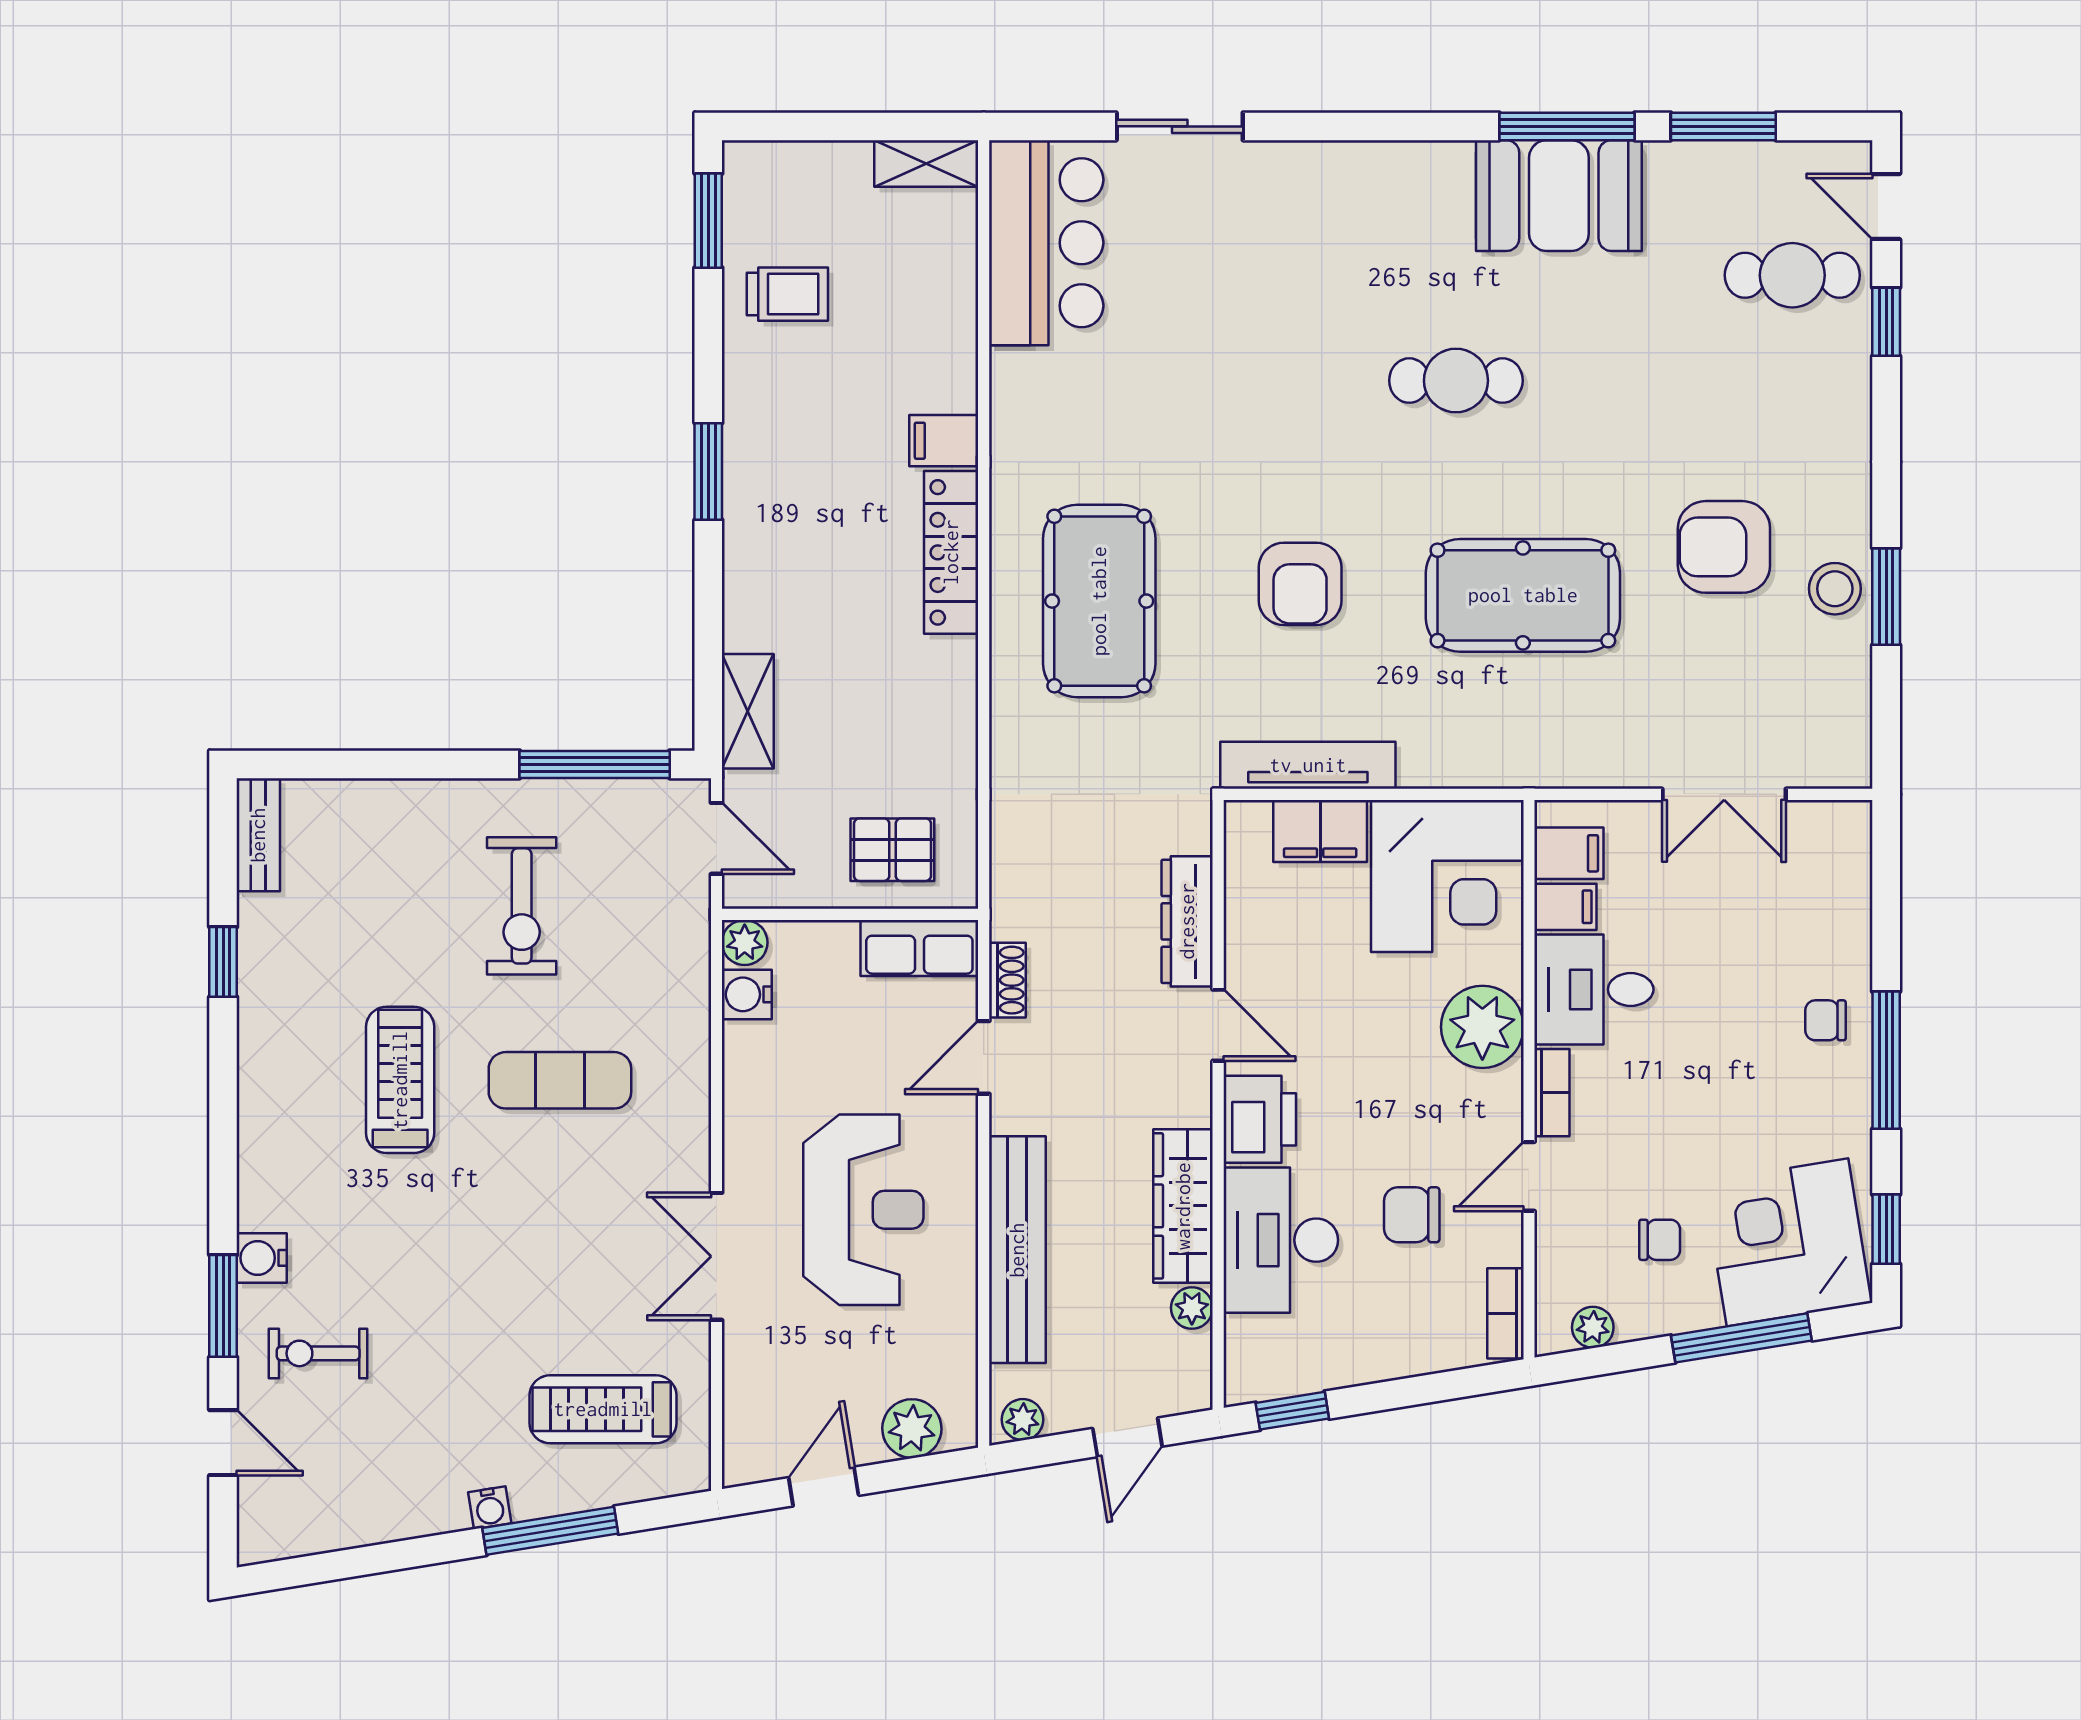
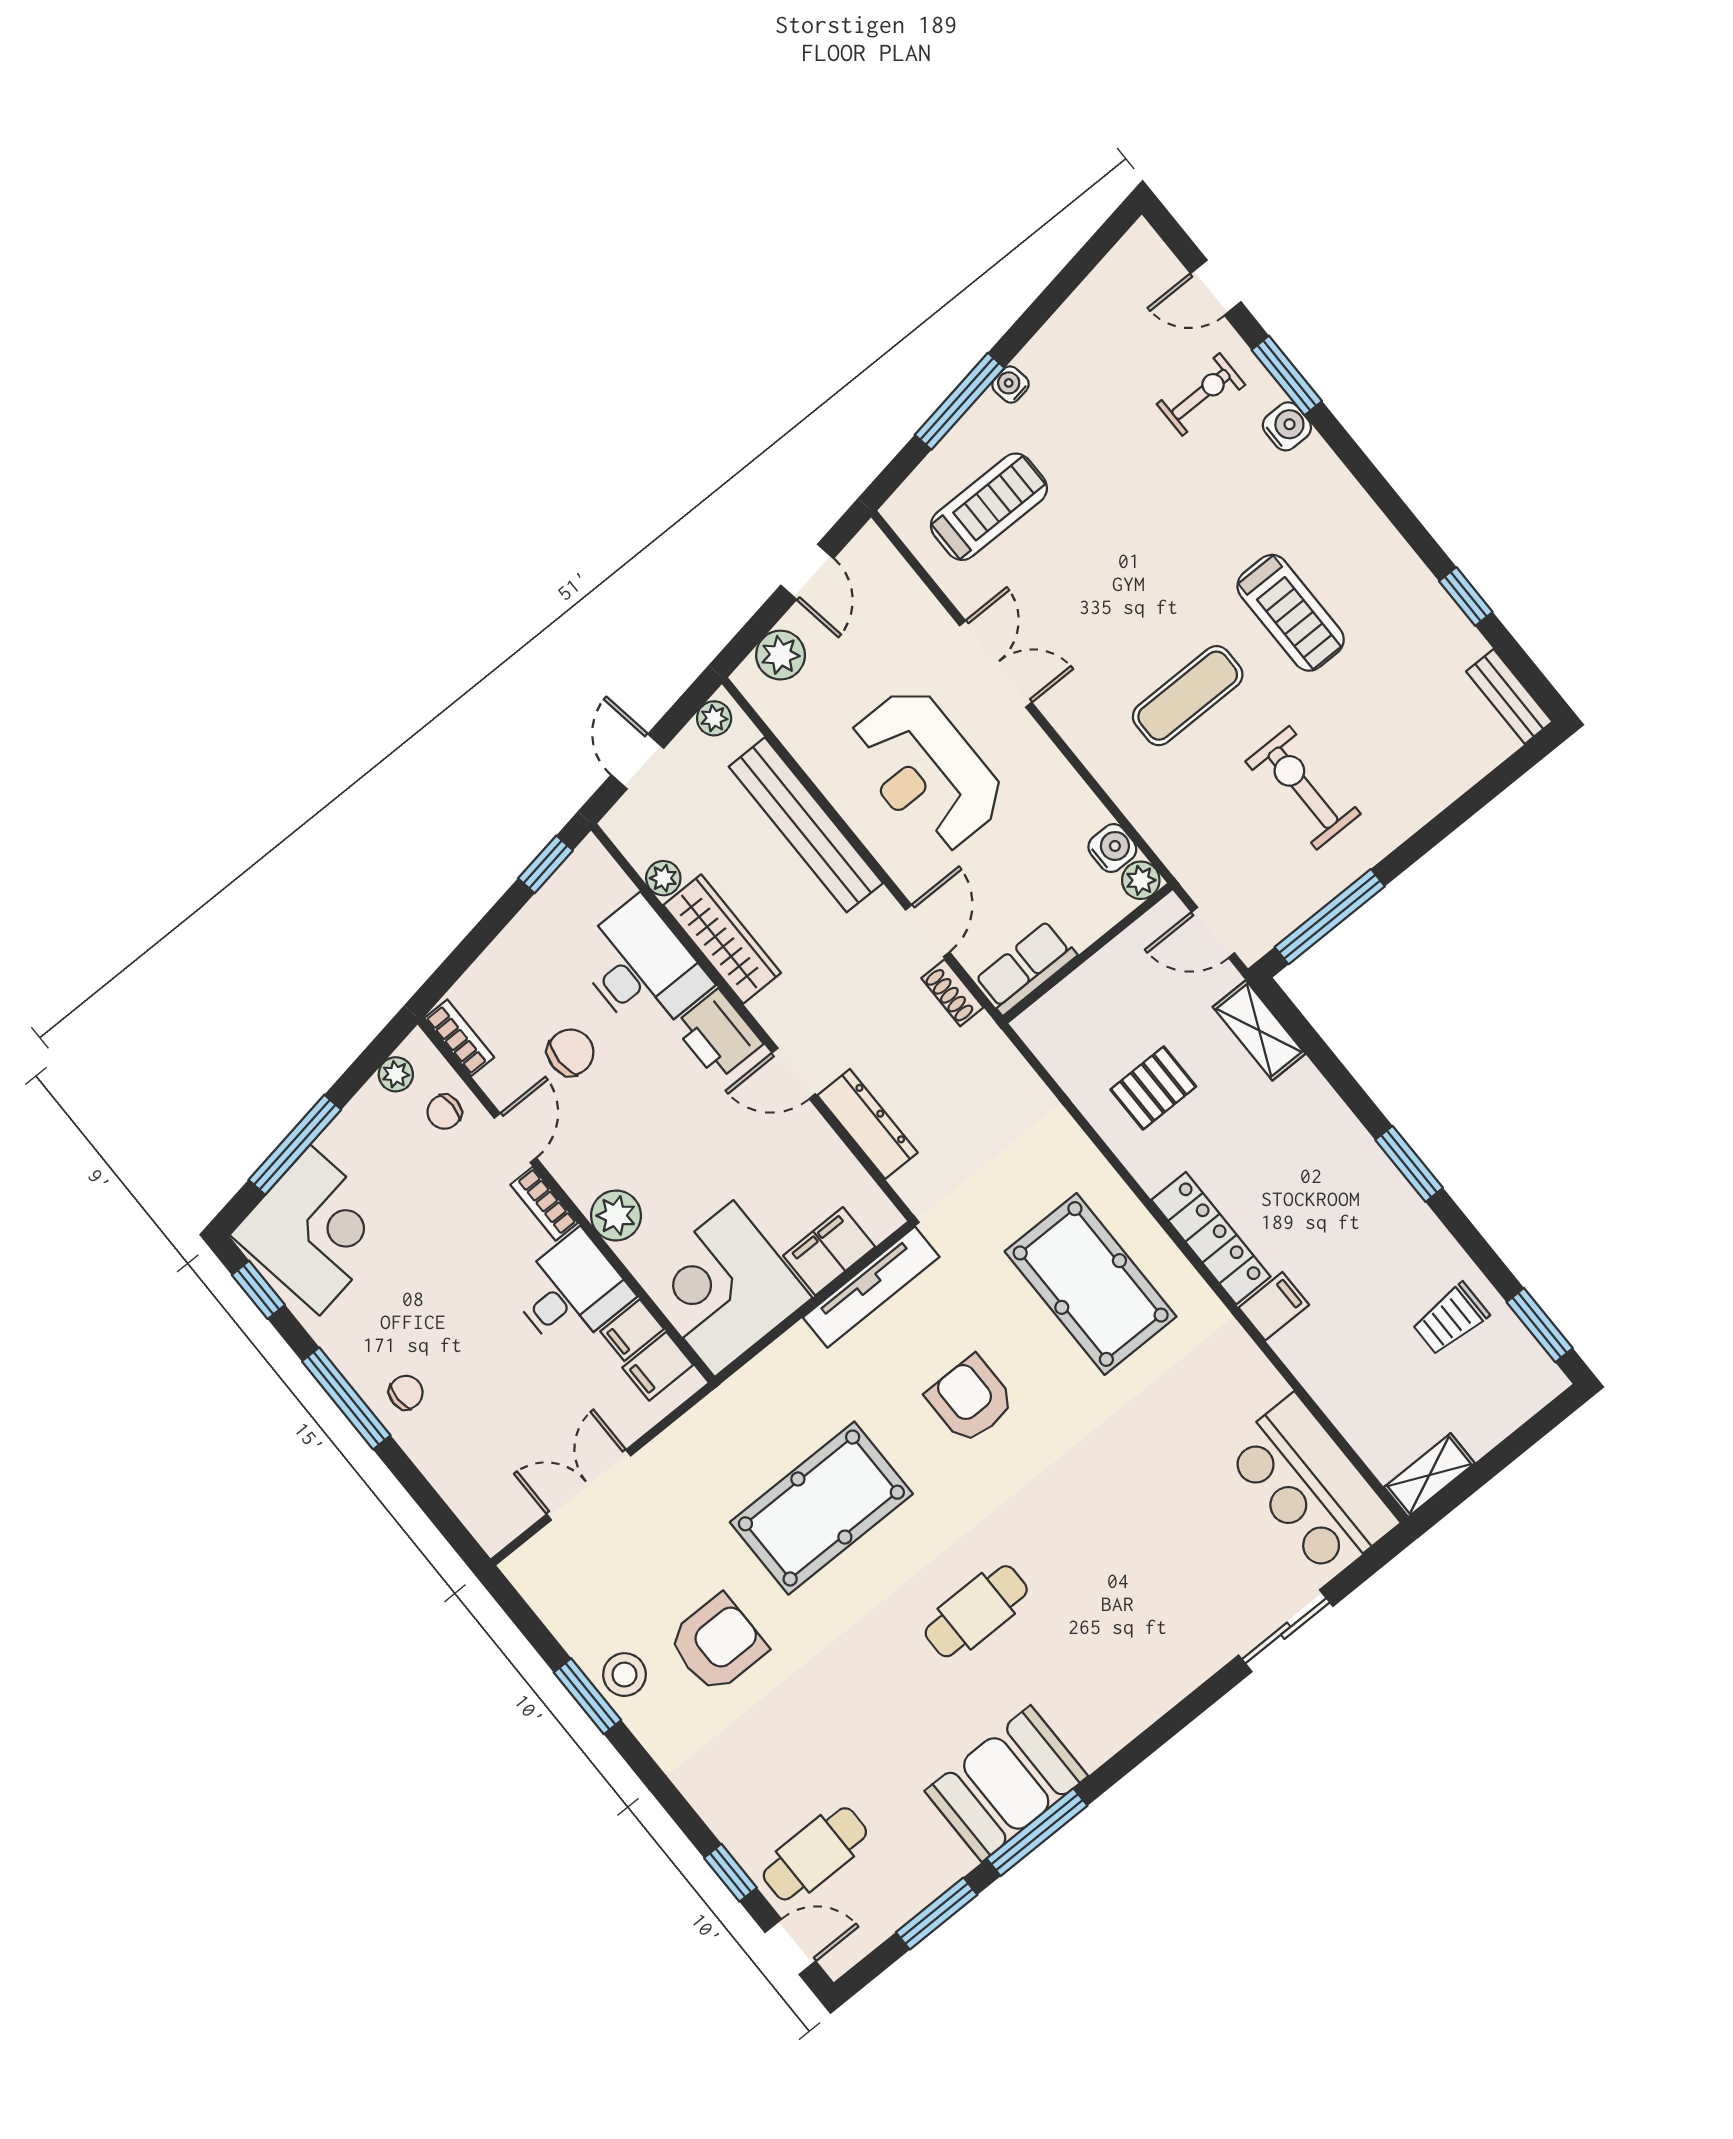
pallet: (892, 850) -> (1153, 1088), moved
plant: (1482, 1027) -> (616, 1215), width x0.73, depth x0.73
chair: (1660, 1240) -> (444, 1112), moved

